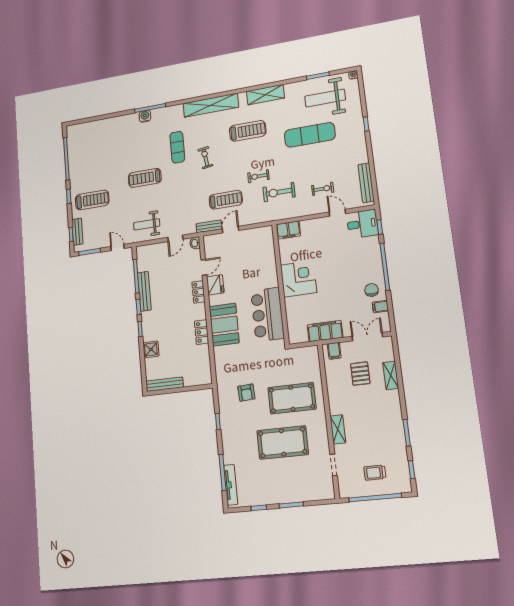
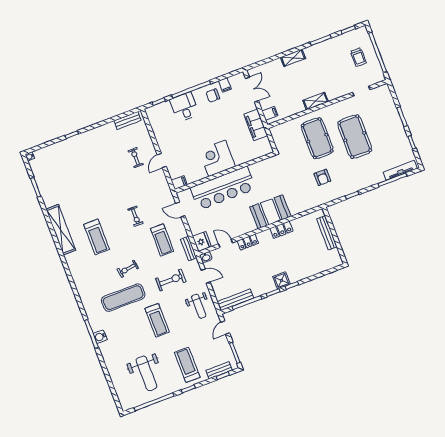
shelving: (265, 95) -> (61, 230), width x1.47
weight bench: (325, 98) -> (146, 373), moved
shelving: (211, 105) -> (79, 277), removed
treadmill: (248, 131) -> (97, 237), turned 180
exercise mat: (310, 135) -> (90, 181), removed
exercise mat: (177, 147) -> (123, 298), width x1.36, depth x1.45
bench: (366, 183) -> (128, 120), width x0.73
exercise bike: (279, 192) -> (171, 280), moved, turned -90
treadmill: (226, 200) -> (162, 240), turned 180
door: (337, 213) -> (162, 161), moved
desk: (362, 224) -> (184, 107), moved
door: (231, 230) -> (180, 210), moved
filing cabinet: (288, 230) -> (179, 183), width x0.50
fridge: (215, 285) -> (202, 242), moved, turned 90
bench: (144, 291) -> (235, 300), moved
bar counter: (267, 315) -> (223, 188), moved, width x1.36
double door: (367, 337) -> (252, 90), swing flipped
shower: (151, 349) -> (282, 280), moved
pallet: (360, 374) -> (283, 88), removed
shelving: (391, 375) -> (293, 58), moved
bench: (165, 384) -> (327, 233), moved
armchair: (246, 393) -> (322, 177), turned 93
shelving: (338, 429) -> (315, 101), moved

